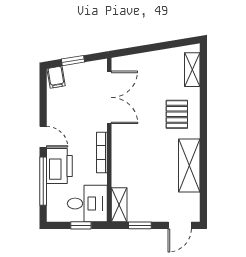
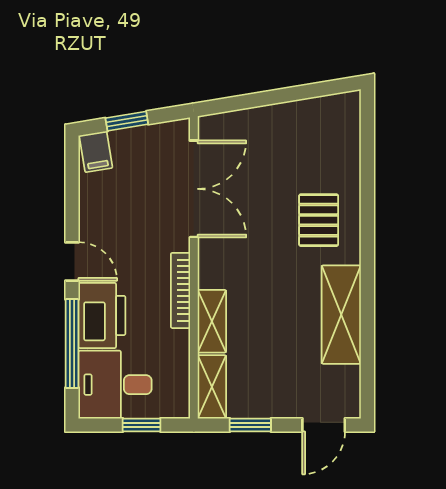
shelving: (192, 70) -> (212, 321), moved
desk: (87, 204) -> (115, 385), moved, turned 180

